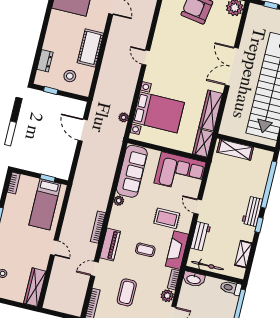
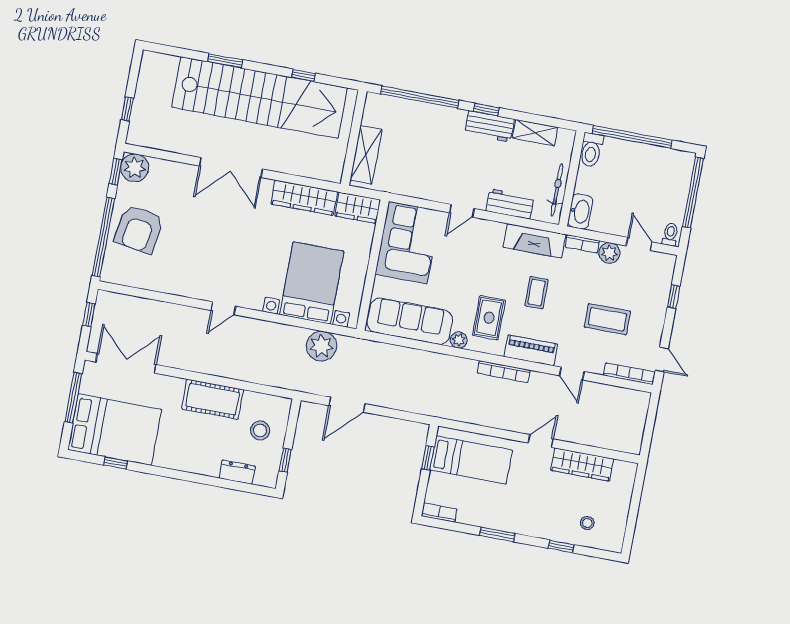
plant: (124, 117) -> (321, 346), width x1.87, depth x1.87
workbench: (252, 211) -> (489, 126), moved
rug: (167, 218) -> (489, 318), moved
wardrobe: (35, 287) -> (582, 465), moved

